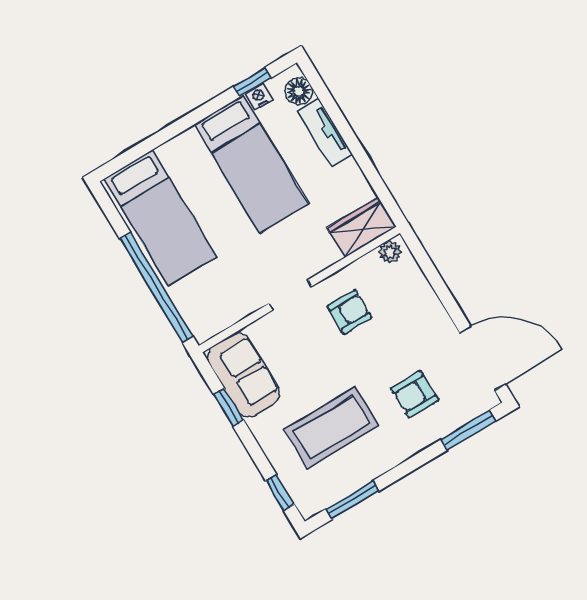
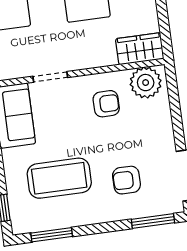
plant: (390, 252) -> (146, 83), width x1.88, depth x1.88
doorway: (290, 295) -> (50, 77), moved

